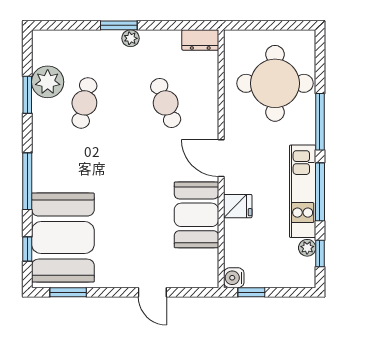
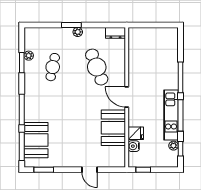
plant: (48, 82) -> (29, 56), width x0.53, depth x0.53
round table: (275, 83) -> (156, 56), removed
cafe table: (166, 103) -> (97, 67), width x1.37, depth x1.35
fridge: (238, 206) -> (136, 133), moved
booth: (63, 238) -> (36, 140), width x0.73, depth x0.70
window: (27, 249) -> (22, 146), width x2.17
water cooler: (234, 278) -> (134, 146), moved

